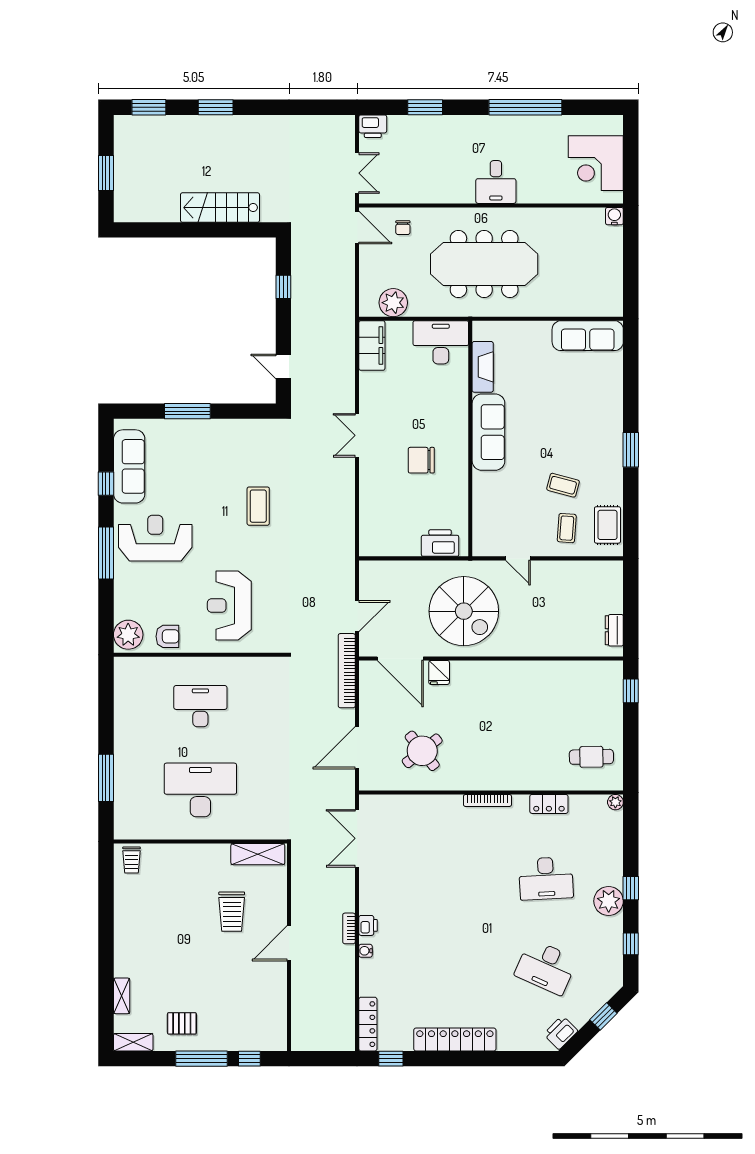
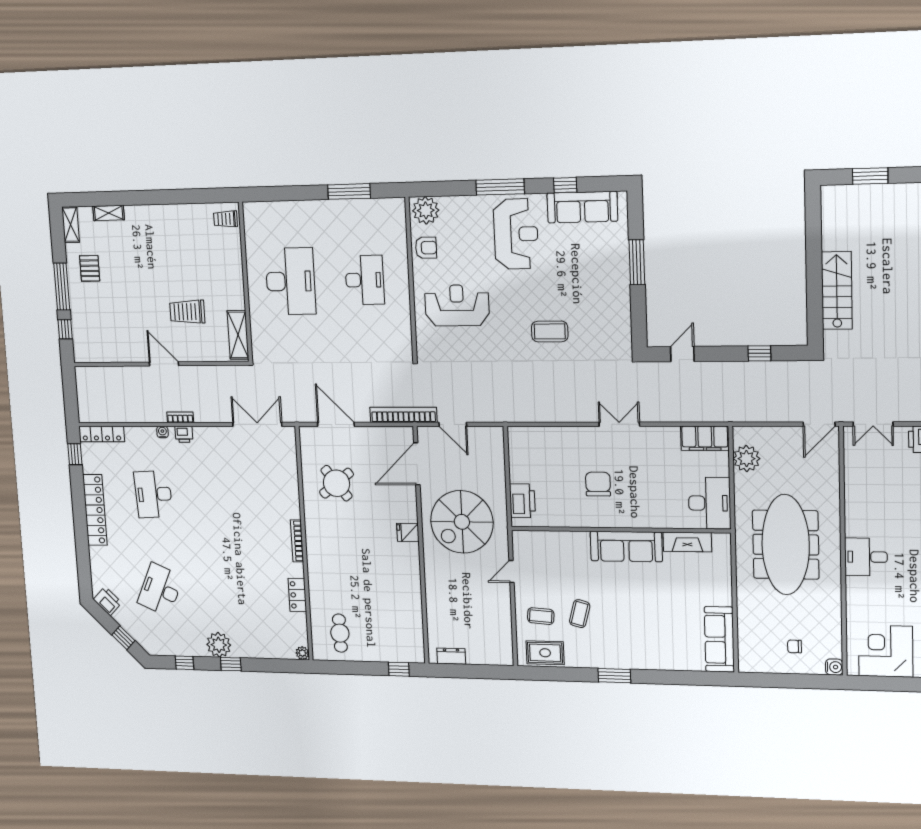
chair: (403, 228) -> (794, 646), moved
armchair: (167, 636) -> (426, 248), turned -90
fridge: (439, 672) -> (408, 532), moved
window: (106, 778) -> (349, 192), moved
desk: (546, 878) -> (153, 494), moved

